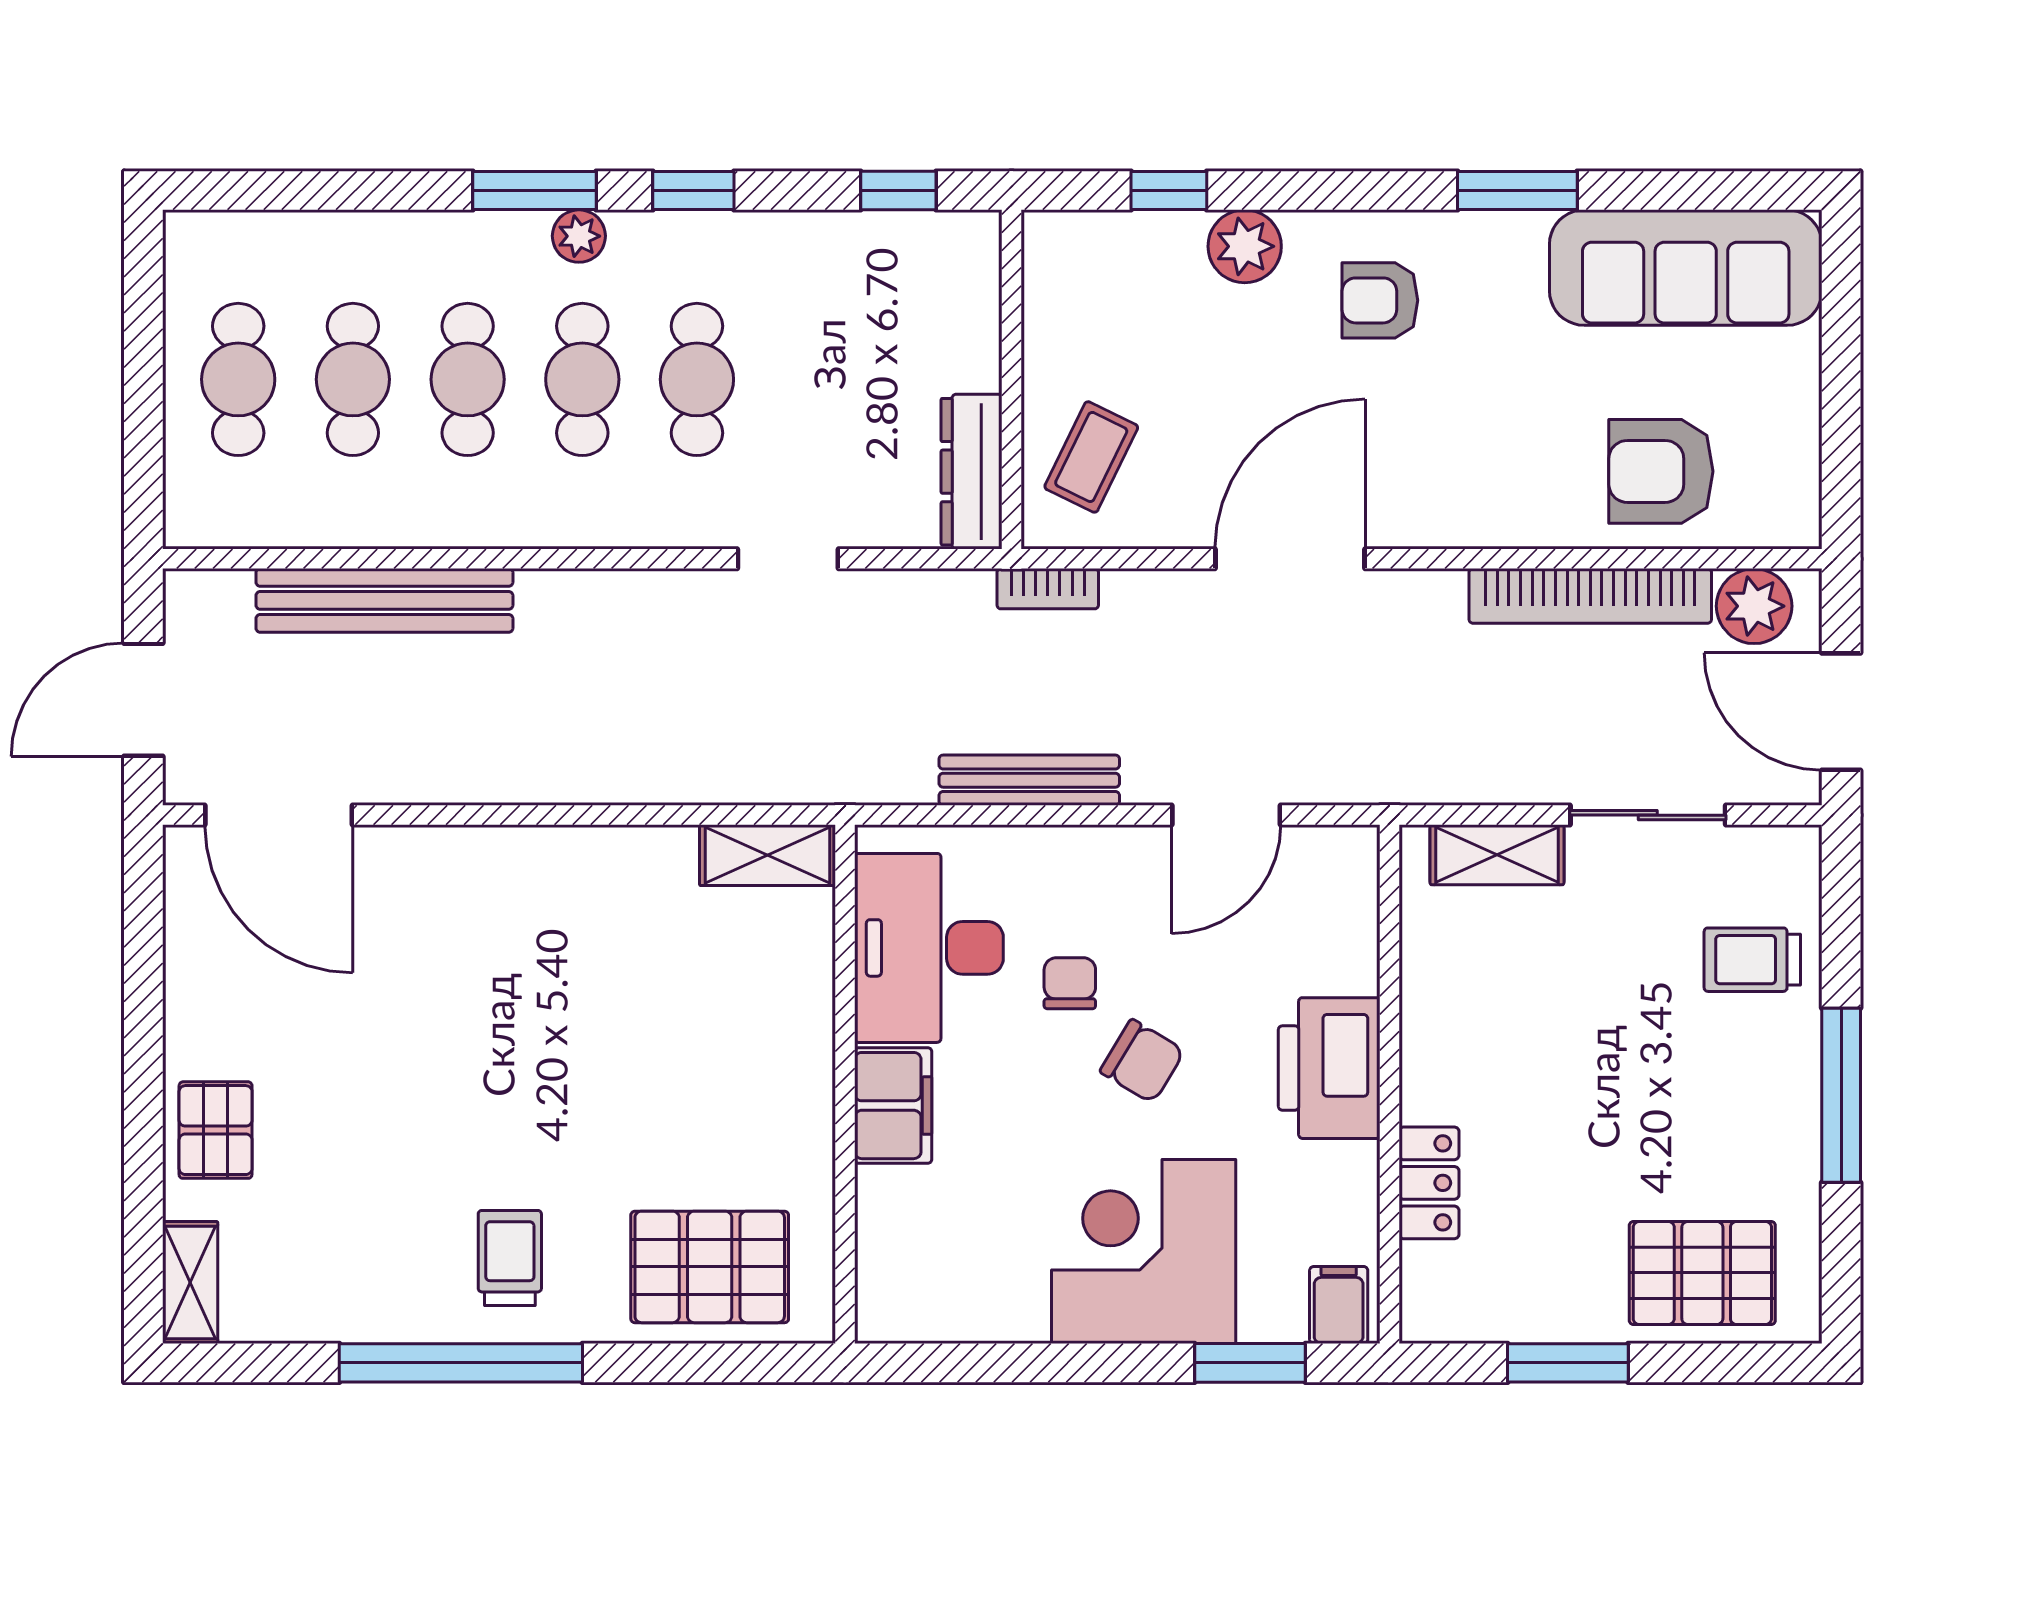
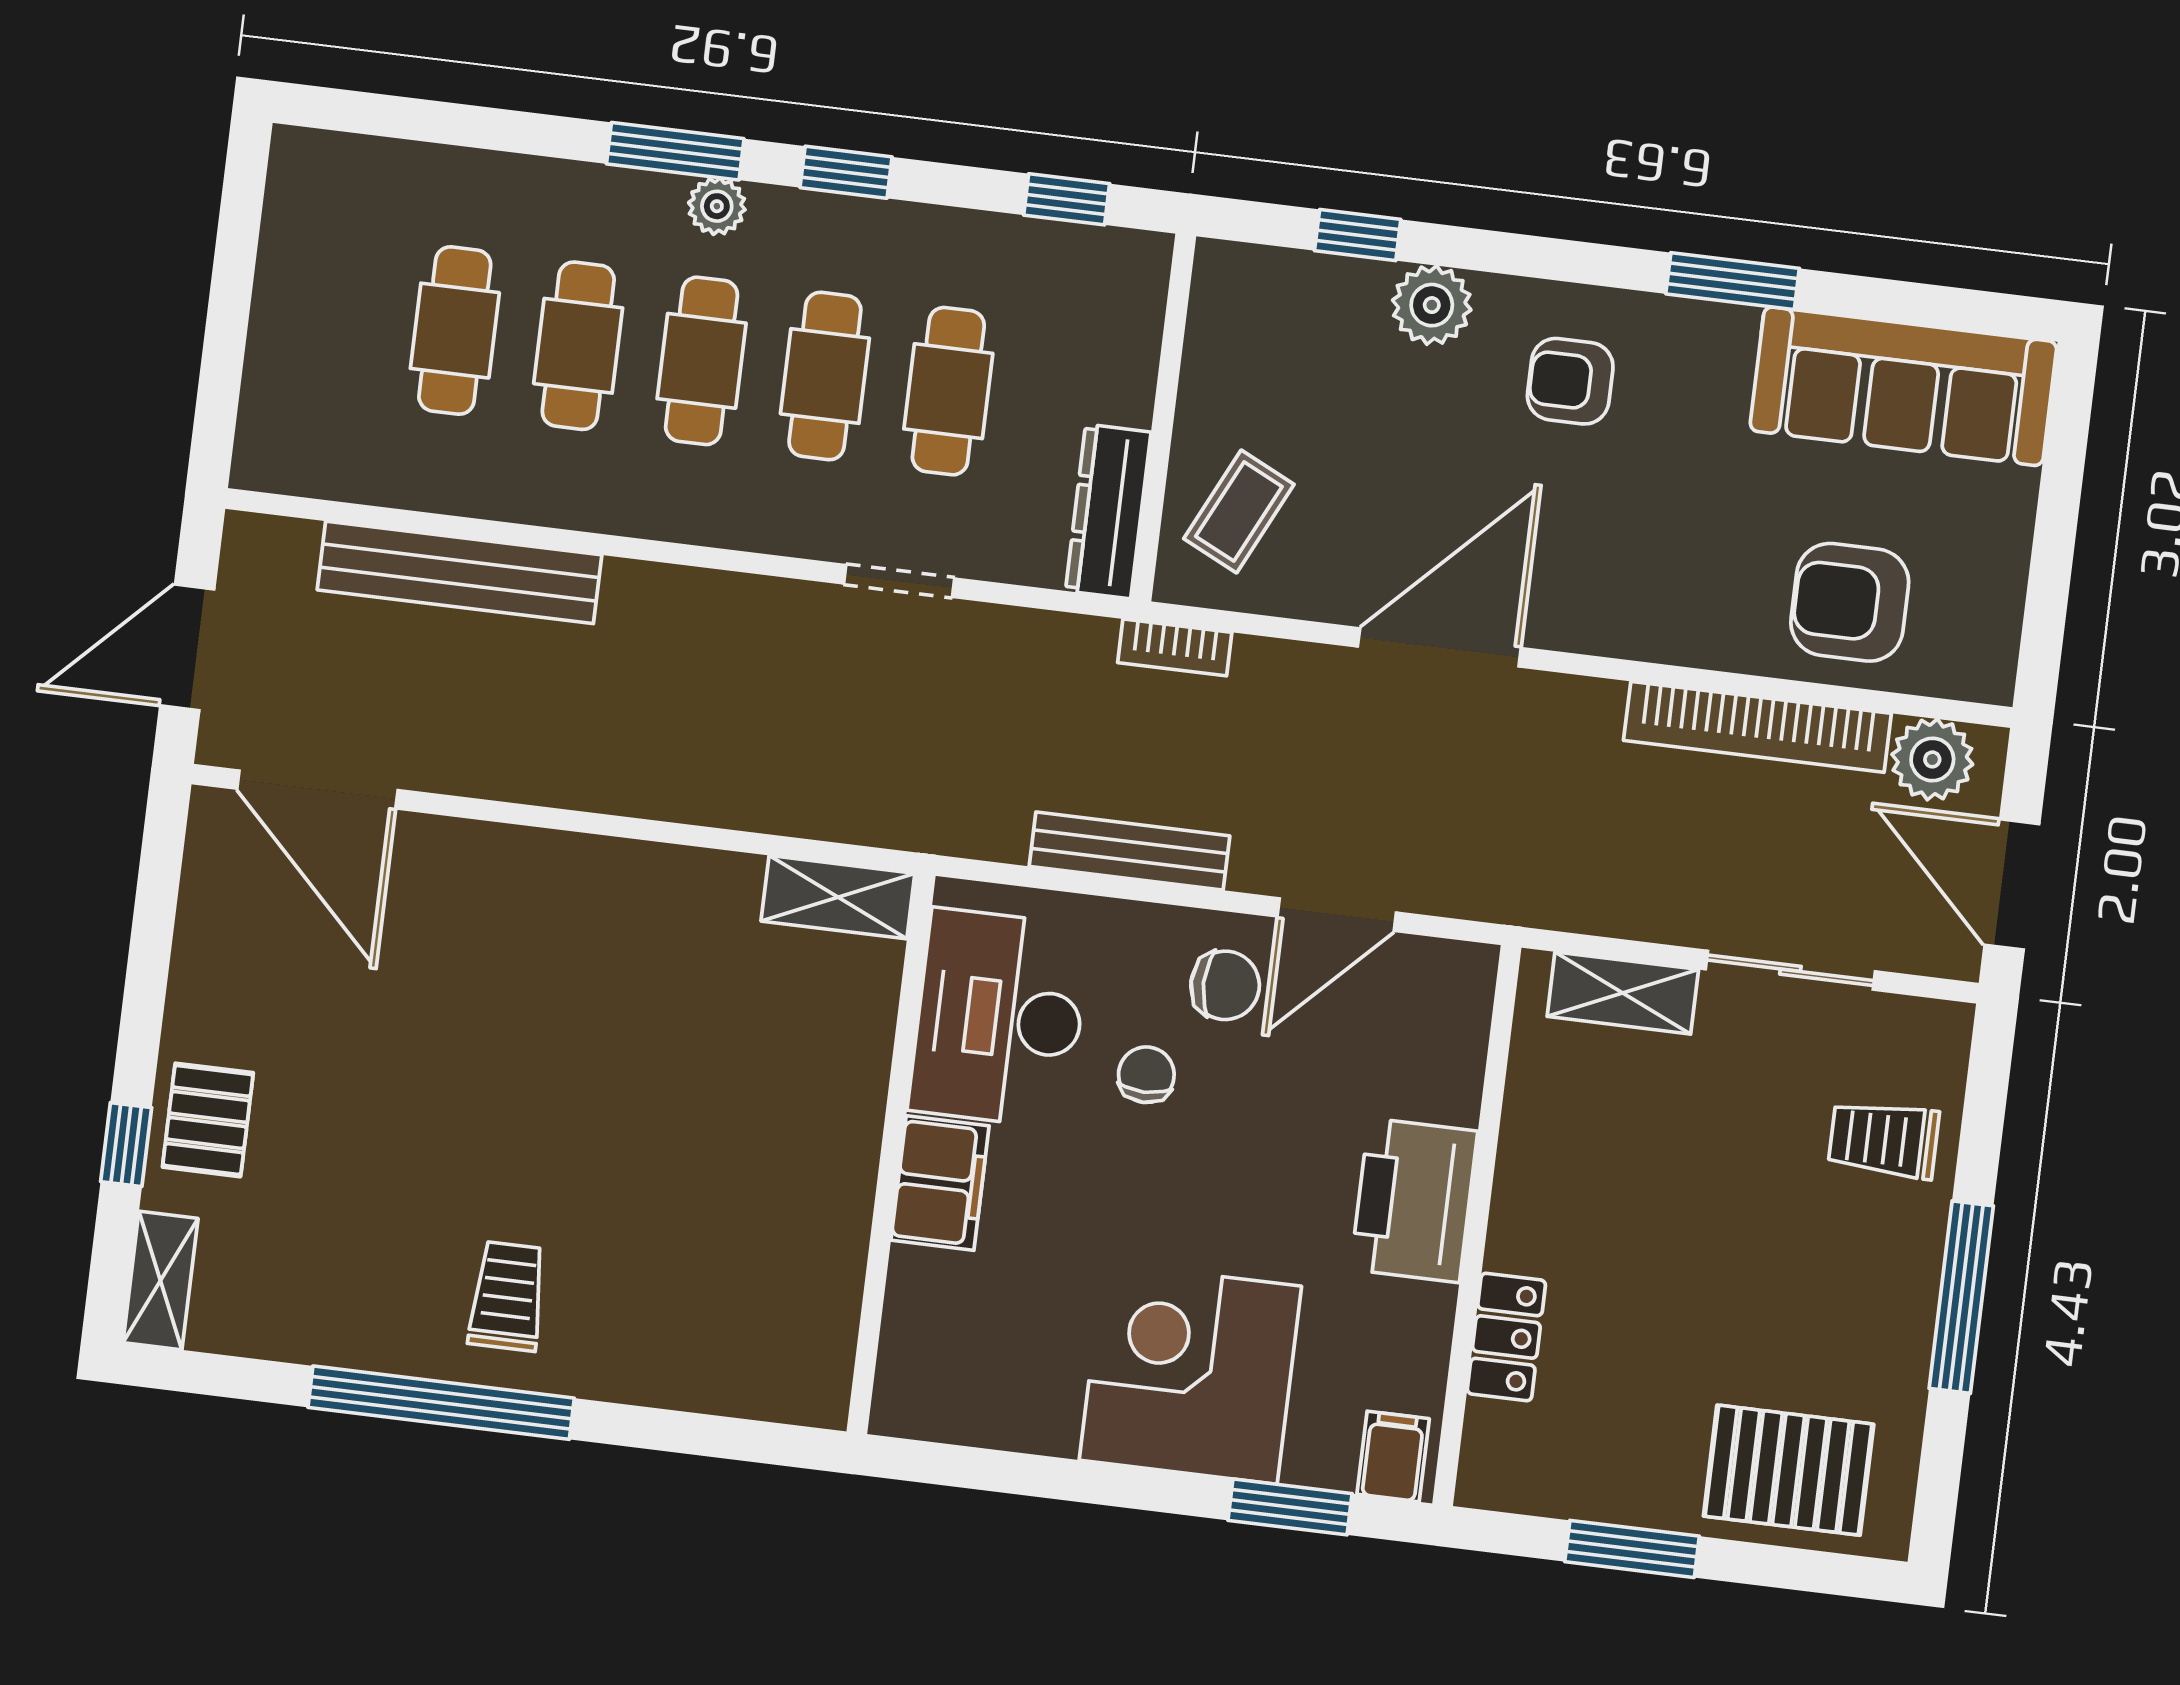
cafe table: (238, 379) -> (948, 391), moved
chair: (1142, 1061) -> (1225, 985), moved, turned -31
window: (143, 1162) -> (126, 1145), added
pallet: (710, 1267) -> (721, 1332), removed

